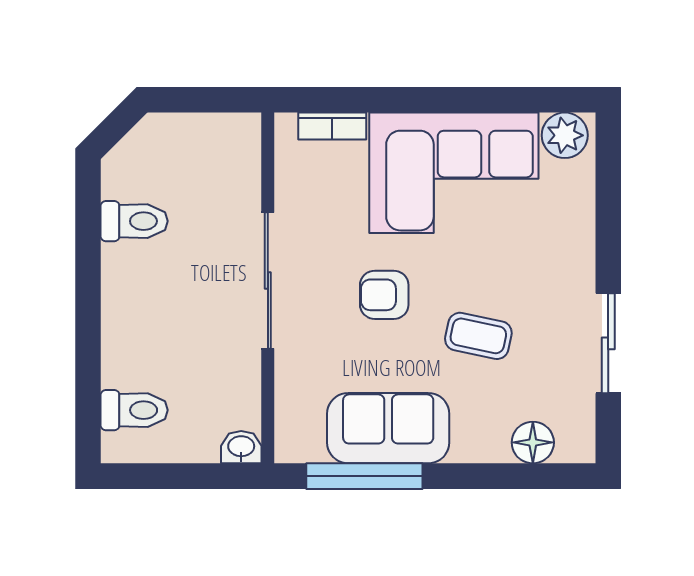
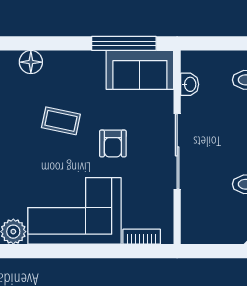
armchair: (384, 295) -> (113, 144), turned 90
sofa: (388, 428) -> (140, 70), moved
washbasin: (241, 447) -> (190, 84), moved, turned -90

